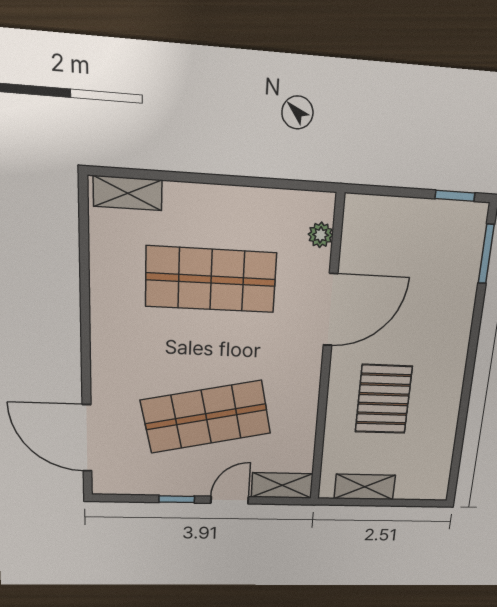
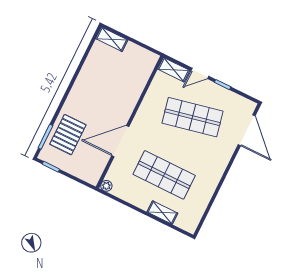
shelving: (128, 193) -> (162, 213), moved
plant: (321, 235) -> (106, 186), moved
pallet: (384, 399) -> (68, 135), moved
shelving: (365, 487) -> (112, 39), moved

